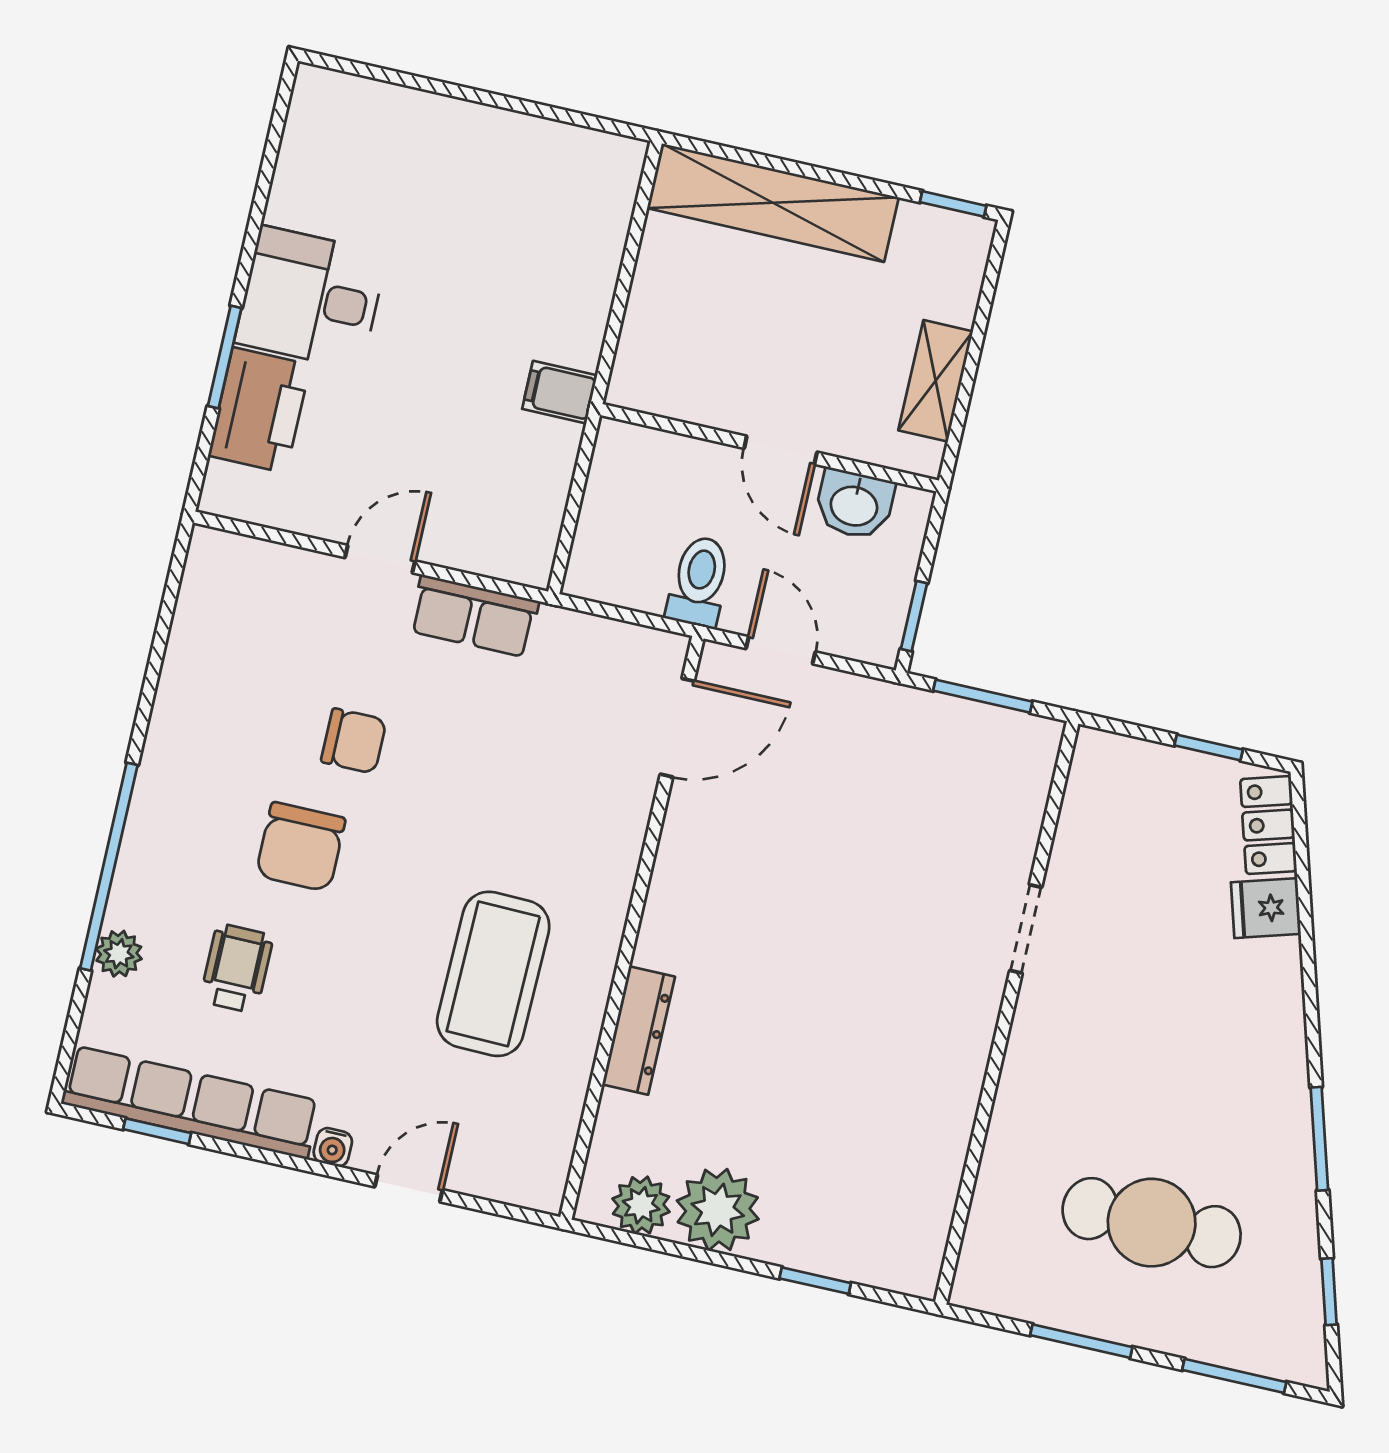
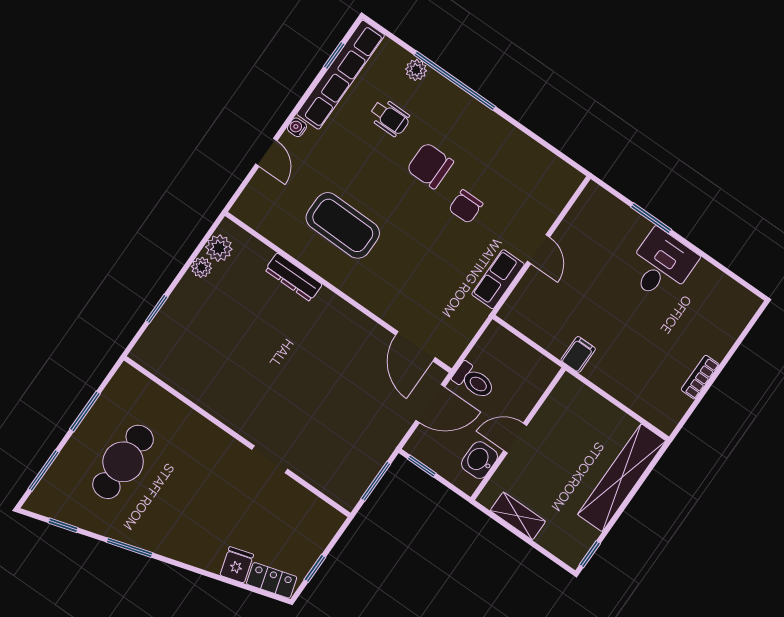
bookcase: (505, 127) -> (700, 377), added
printer: (259, 410) -> (623, 224), removed
door: (781, 650) -> (430, 404), width x1.38
plant: (718, 1210) -> (201, 267), width x0.53, depth x0.53

